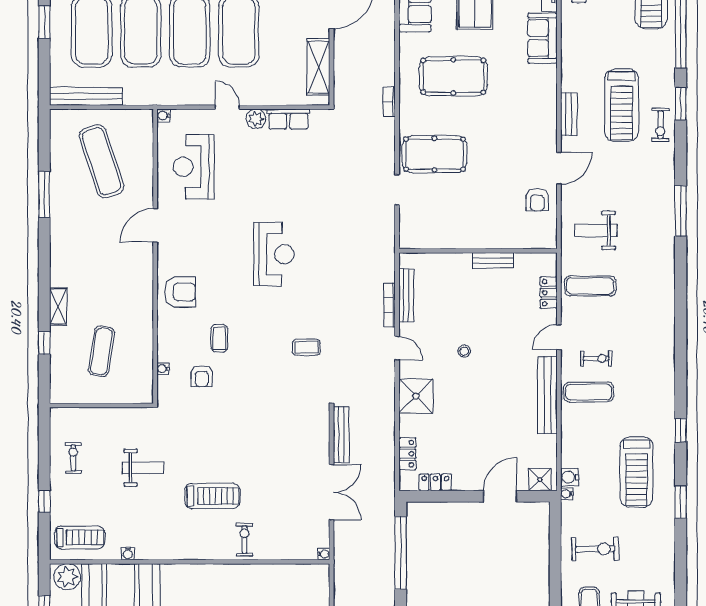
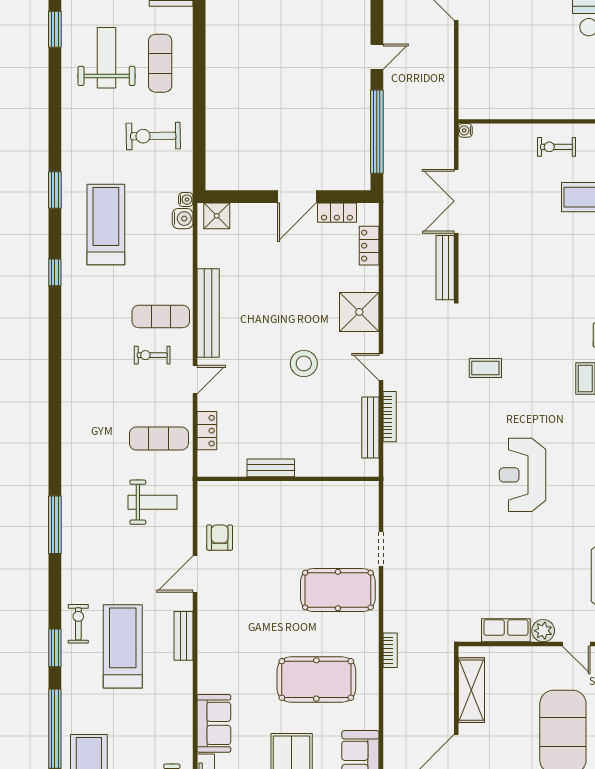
stool: (464, 351) -> (304, 363), width x1.89, depth x1.89
door: (500, 496) -> (297, 197), moved
exercise bike: (244, 540) -> (556, 147), turned 90

